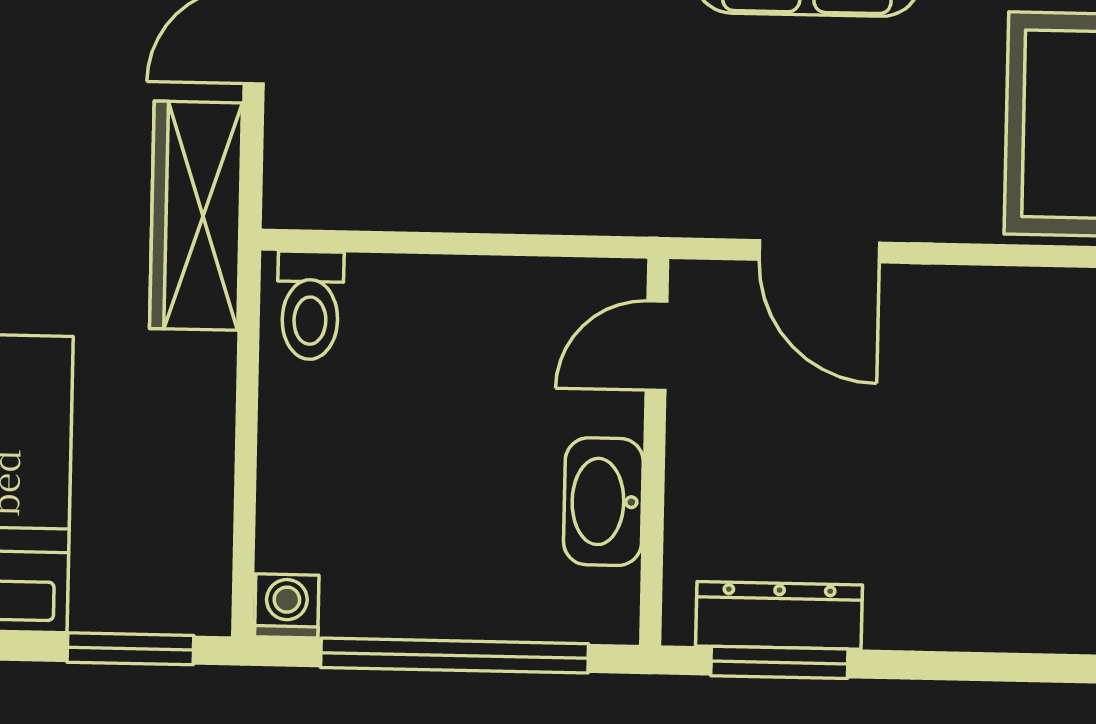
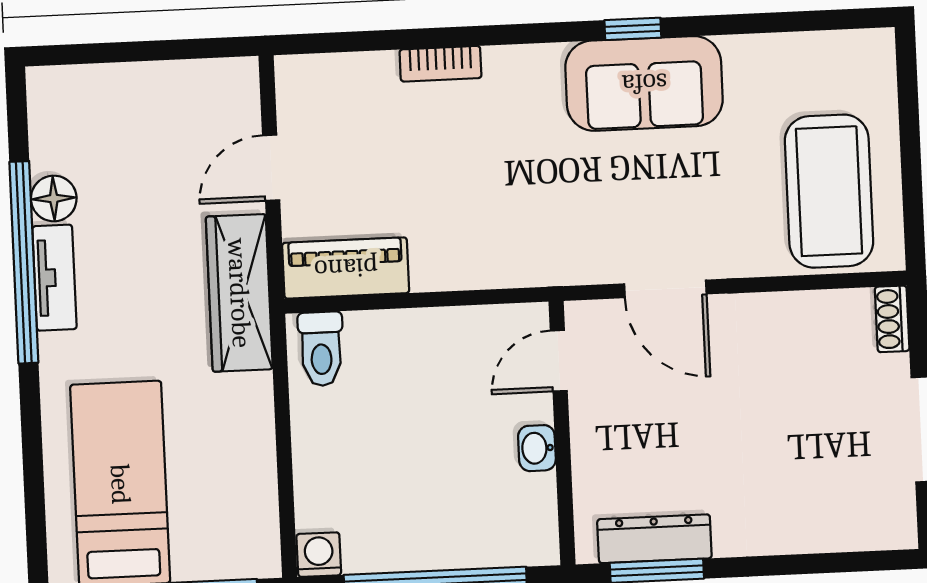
piano: (354, 190) -> (346, 268), added
washbasin: (603, 502) -> (537, 448), width x0.52, depth x0.69

